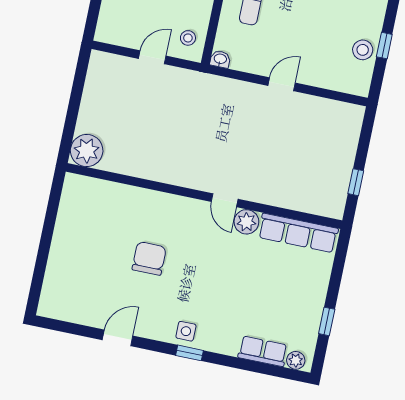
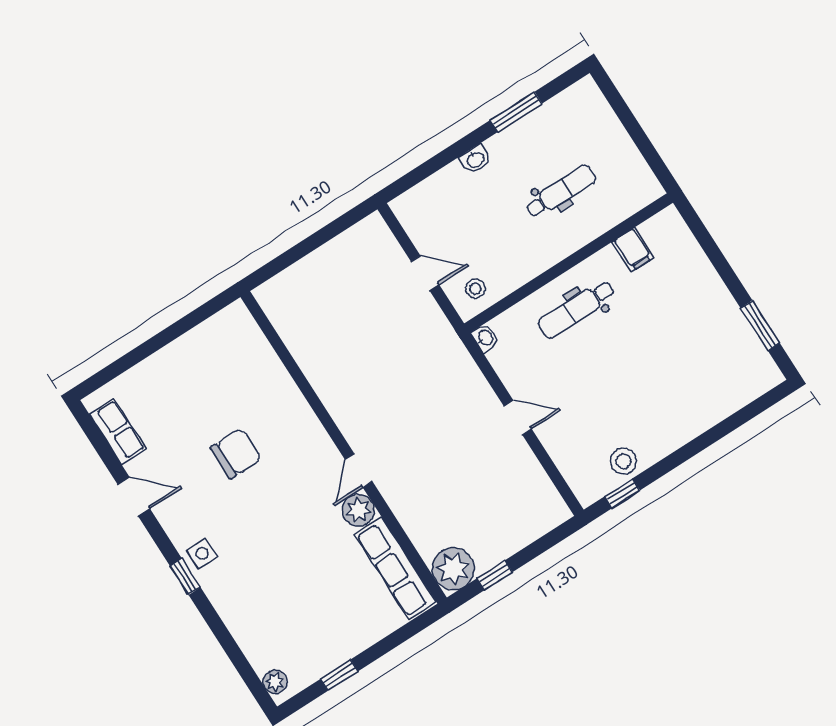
window: (384, 46) -> (622, 493), moved
plant: (87, 151) -> (453, 569), moved
row of seats: (263, 351) -> (118, 432), moved

